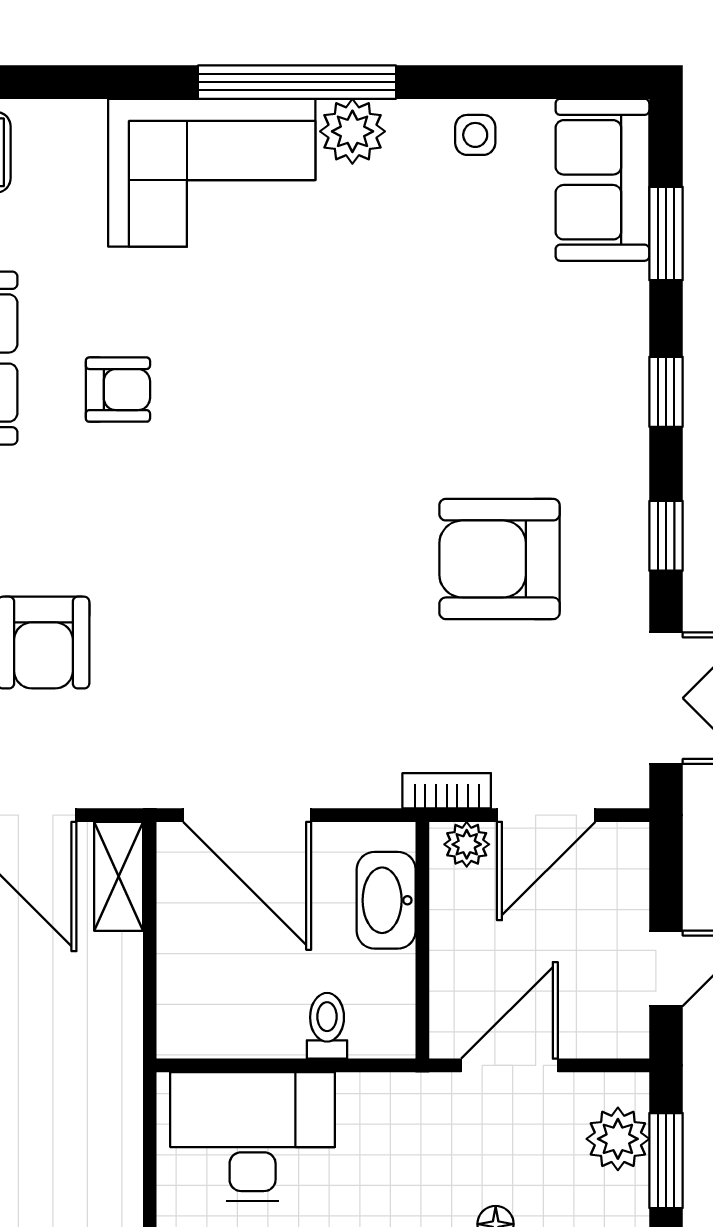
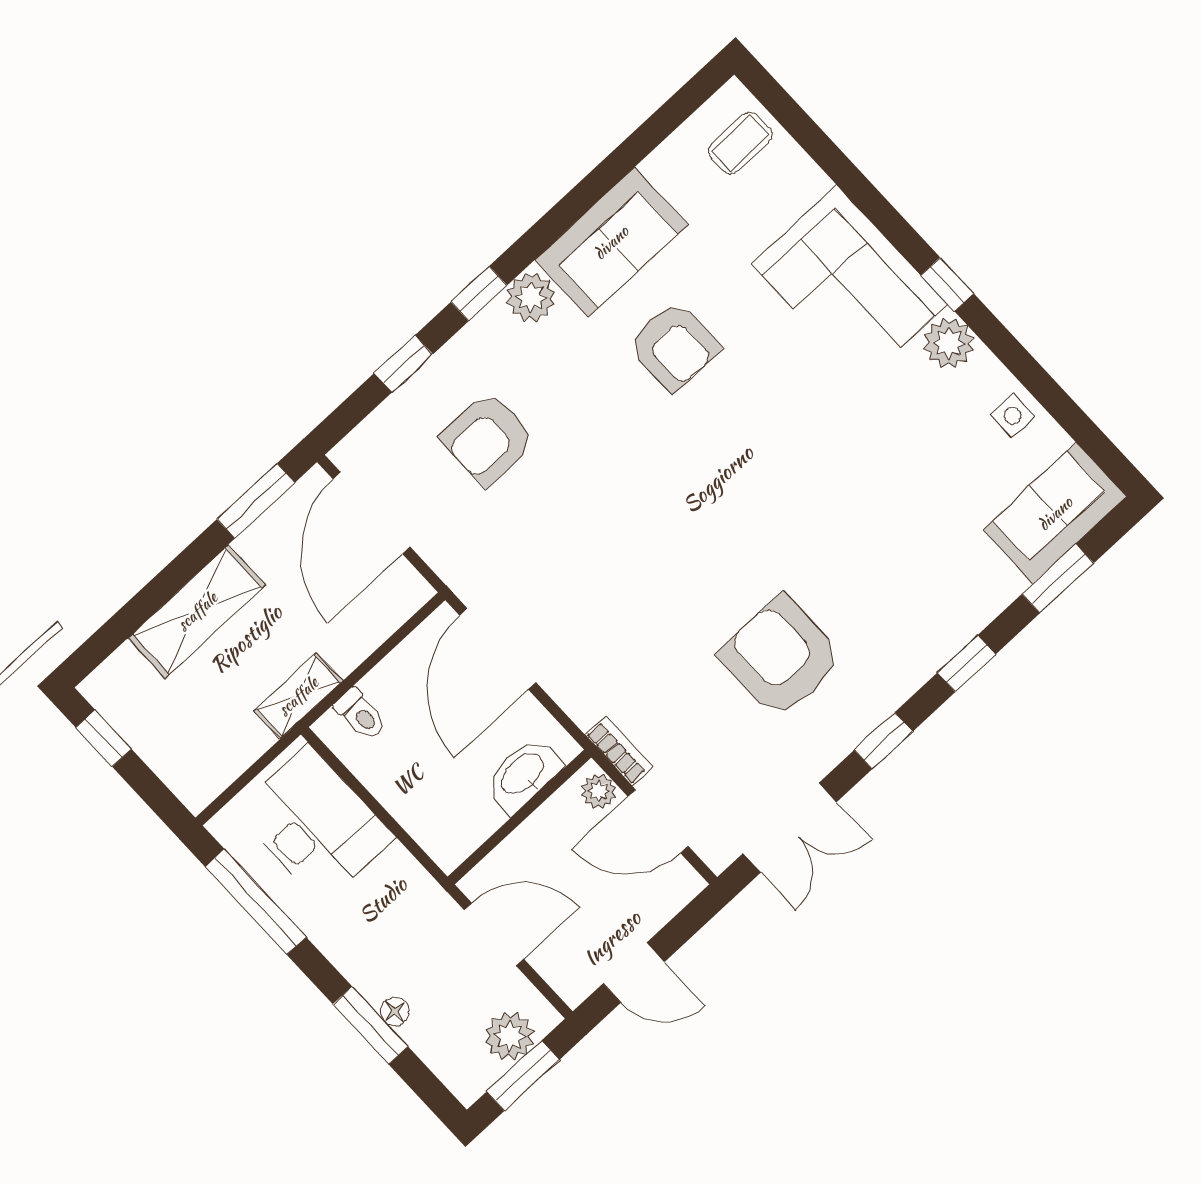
window: (297, 82) -> (947, 284), width x0.32
armchair: (118, 390) -> (674, 346), width x1.38, depth x1.38
shelving: (119, 876) -> (298, 696), moved
toilet: (327, 1026) -> (360, 714), moved, turned 90

